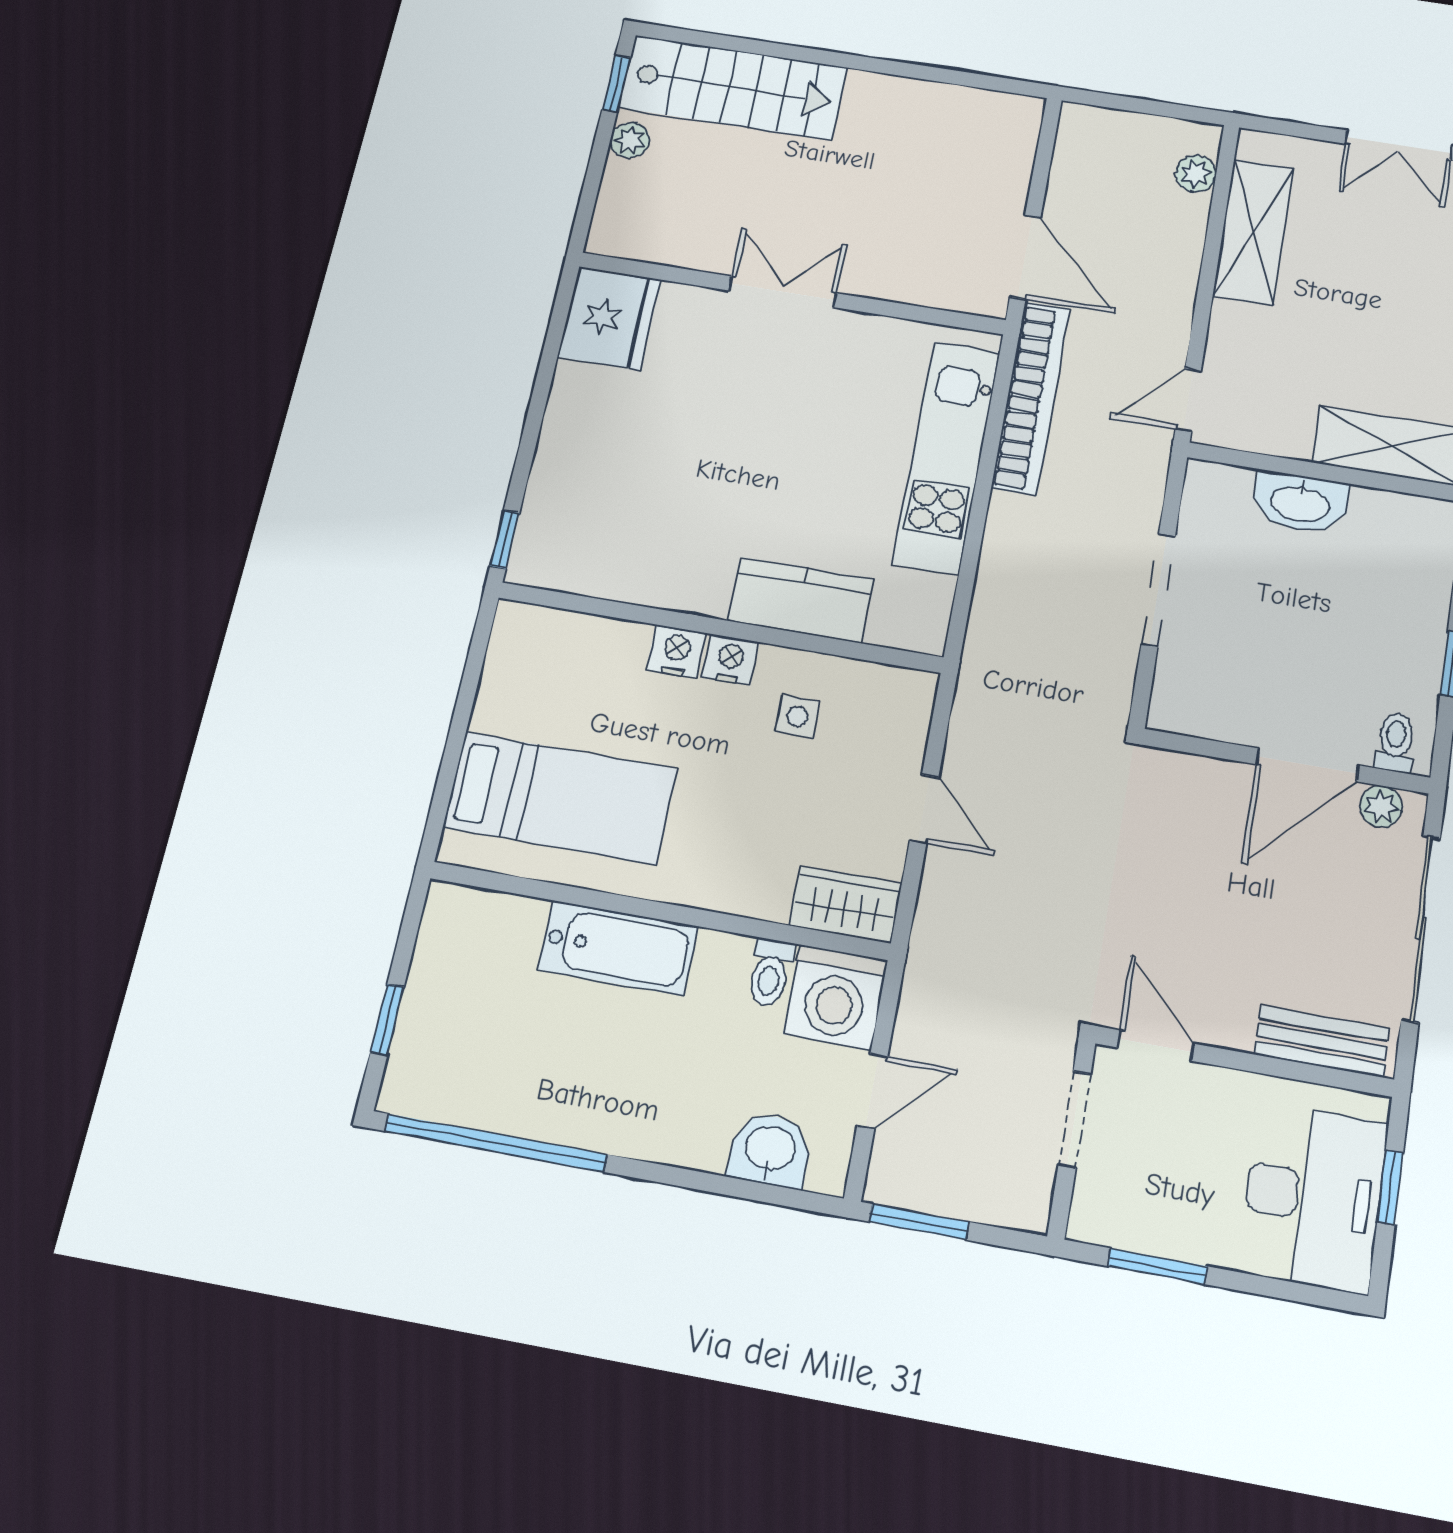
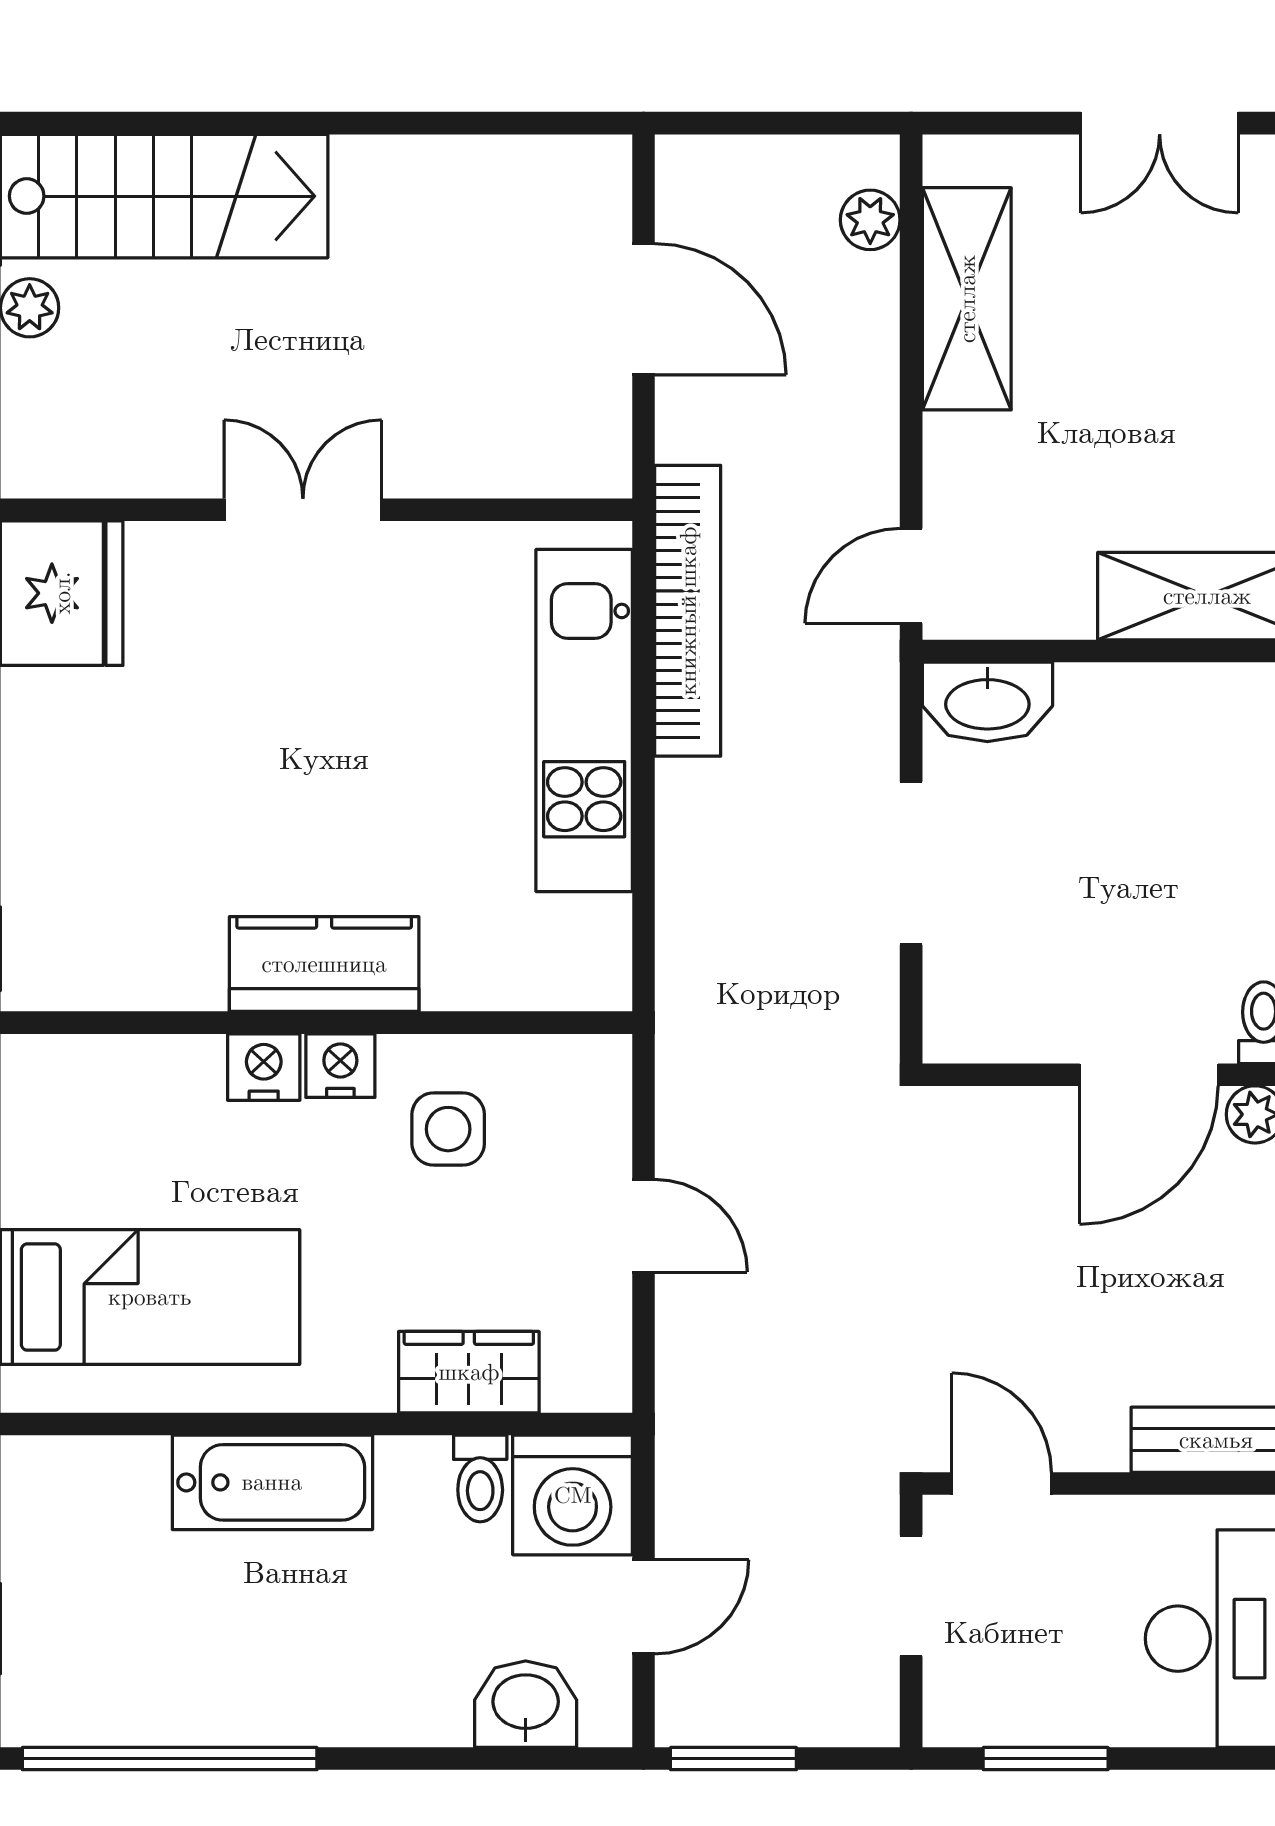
door: (1025, 257) -> (643, 309), moved
washbasin: (1300, 502) -> (987, 702), moved
kitchen counter: (801, 600) -> (324, 964), moved
side table: (797, 717) -> (448, 1129), width x1.37, depth x1.37
wardrobe: (845, 905) -> (469, 1372), moved

